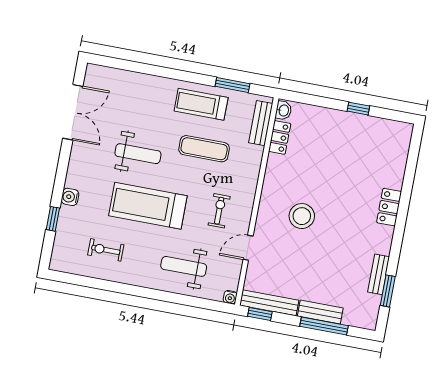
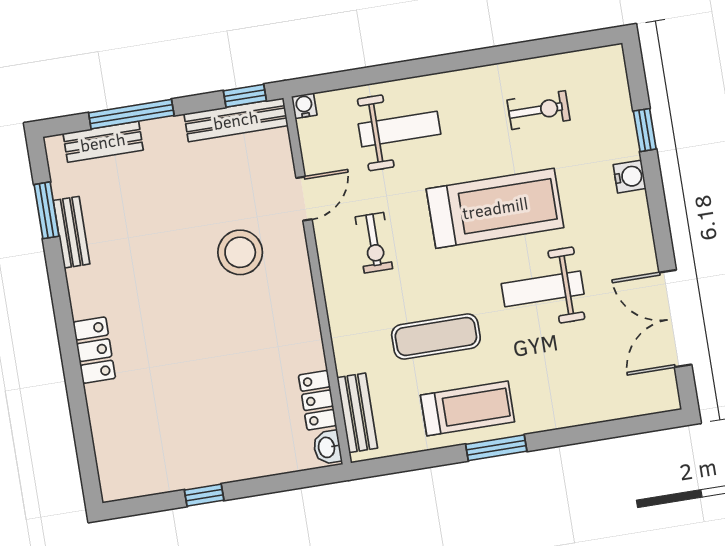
window: (232, 85) -> (496, 448), moved
stool: (302, 216) -> (240, 252), moved
bench: (320, 312) -> (103, 142), moved

